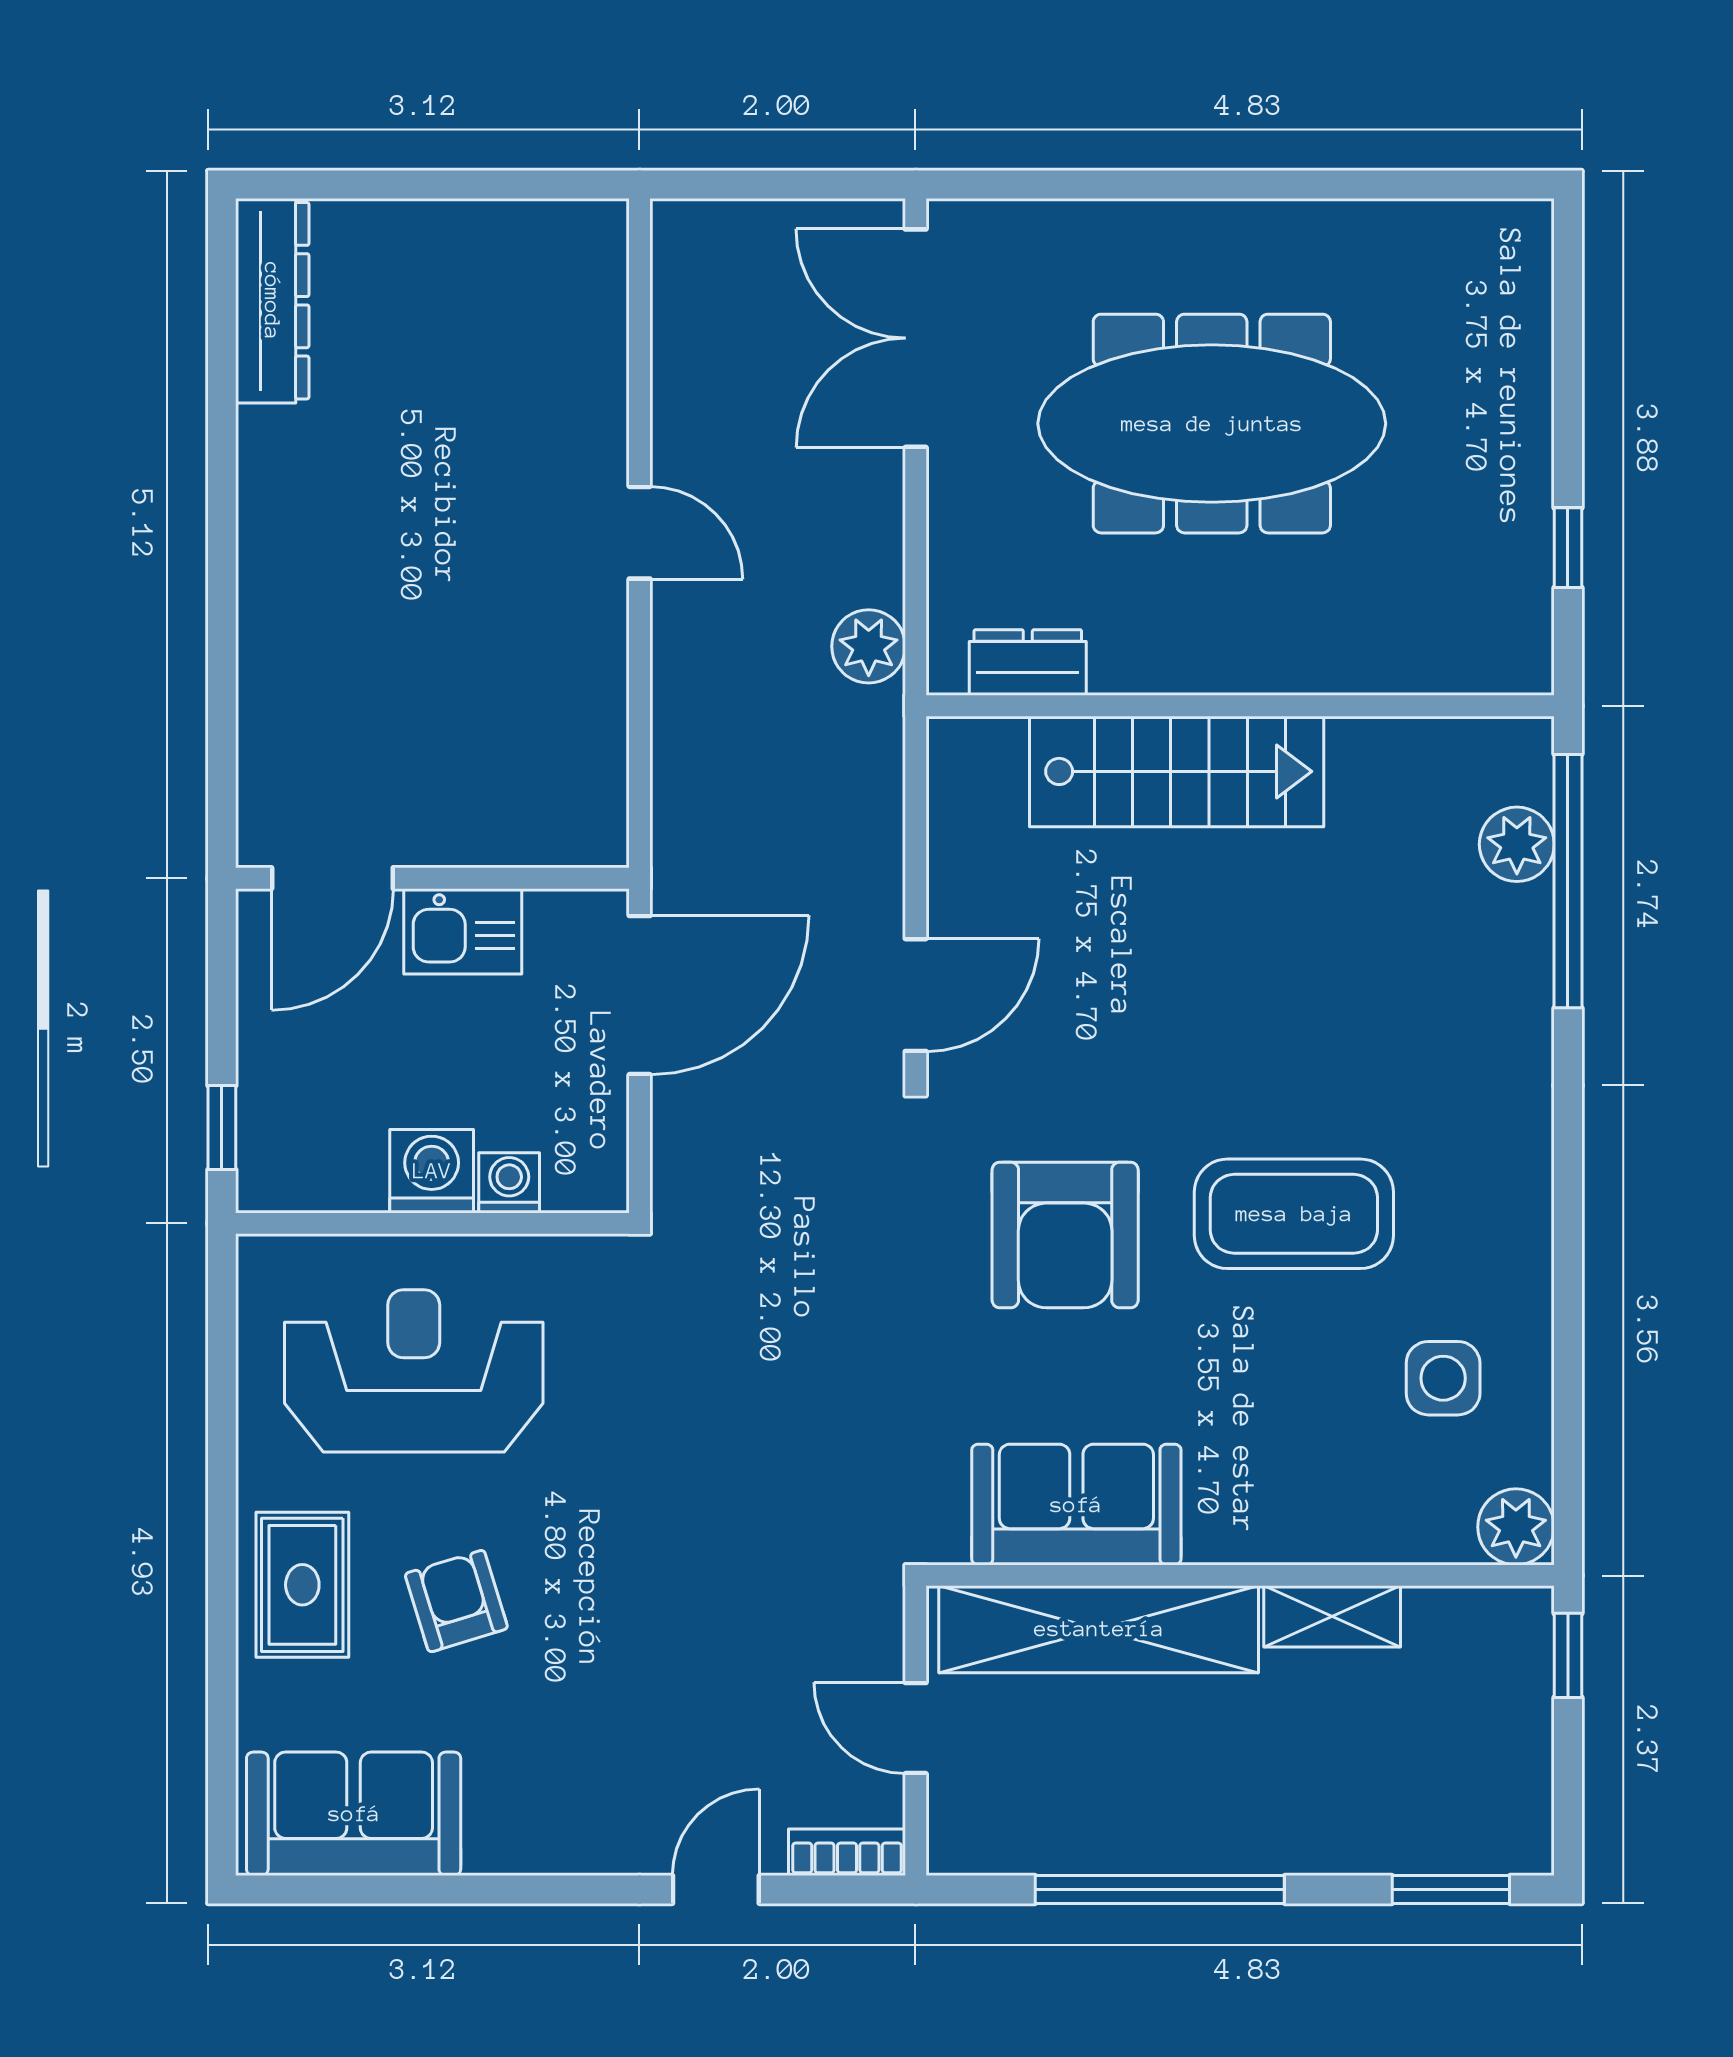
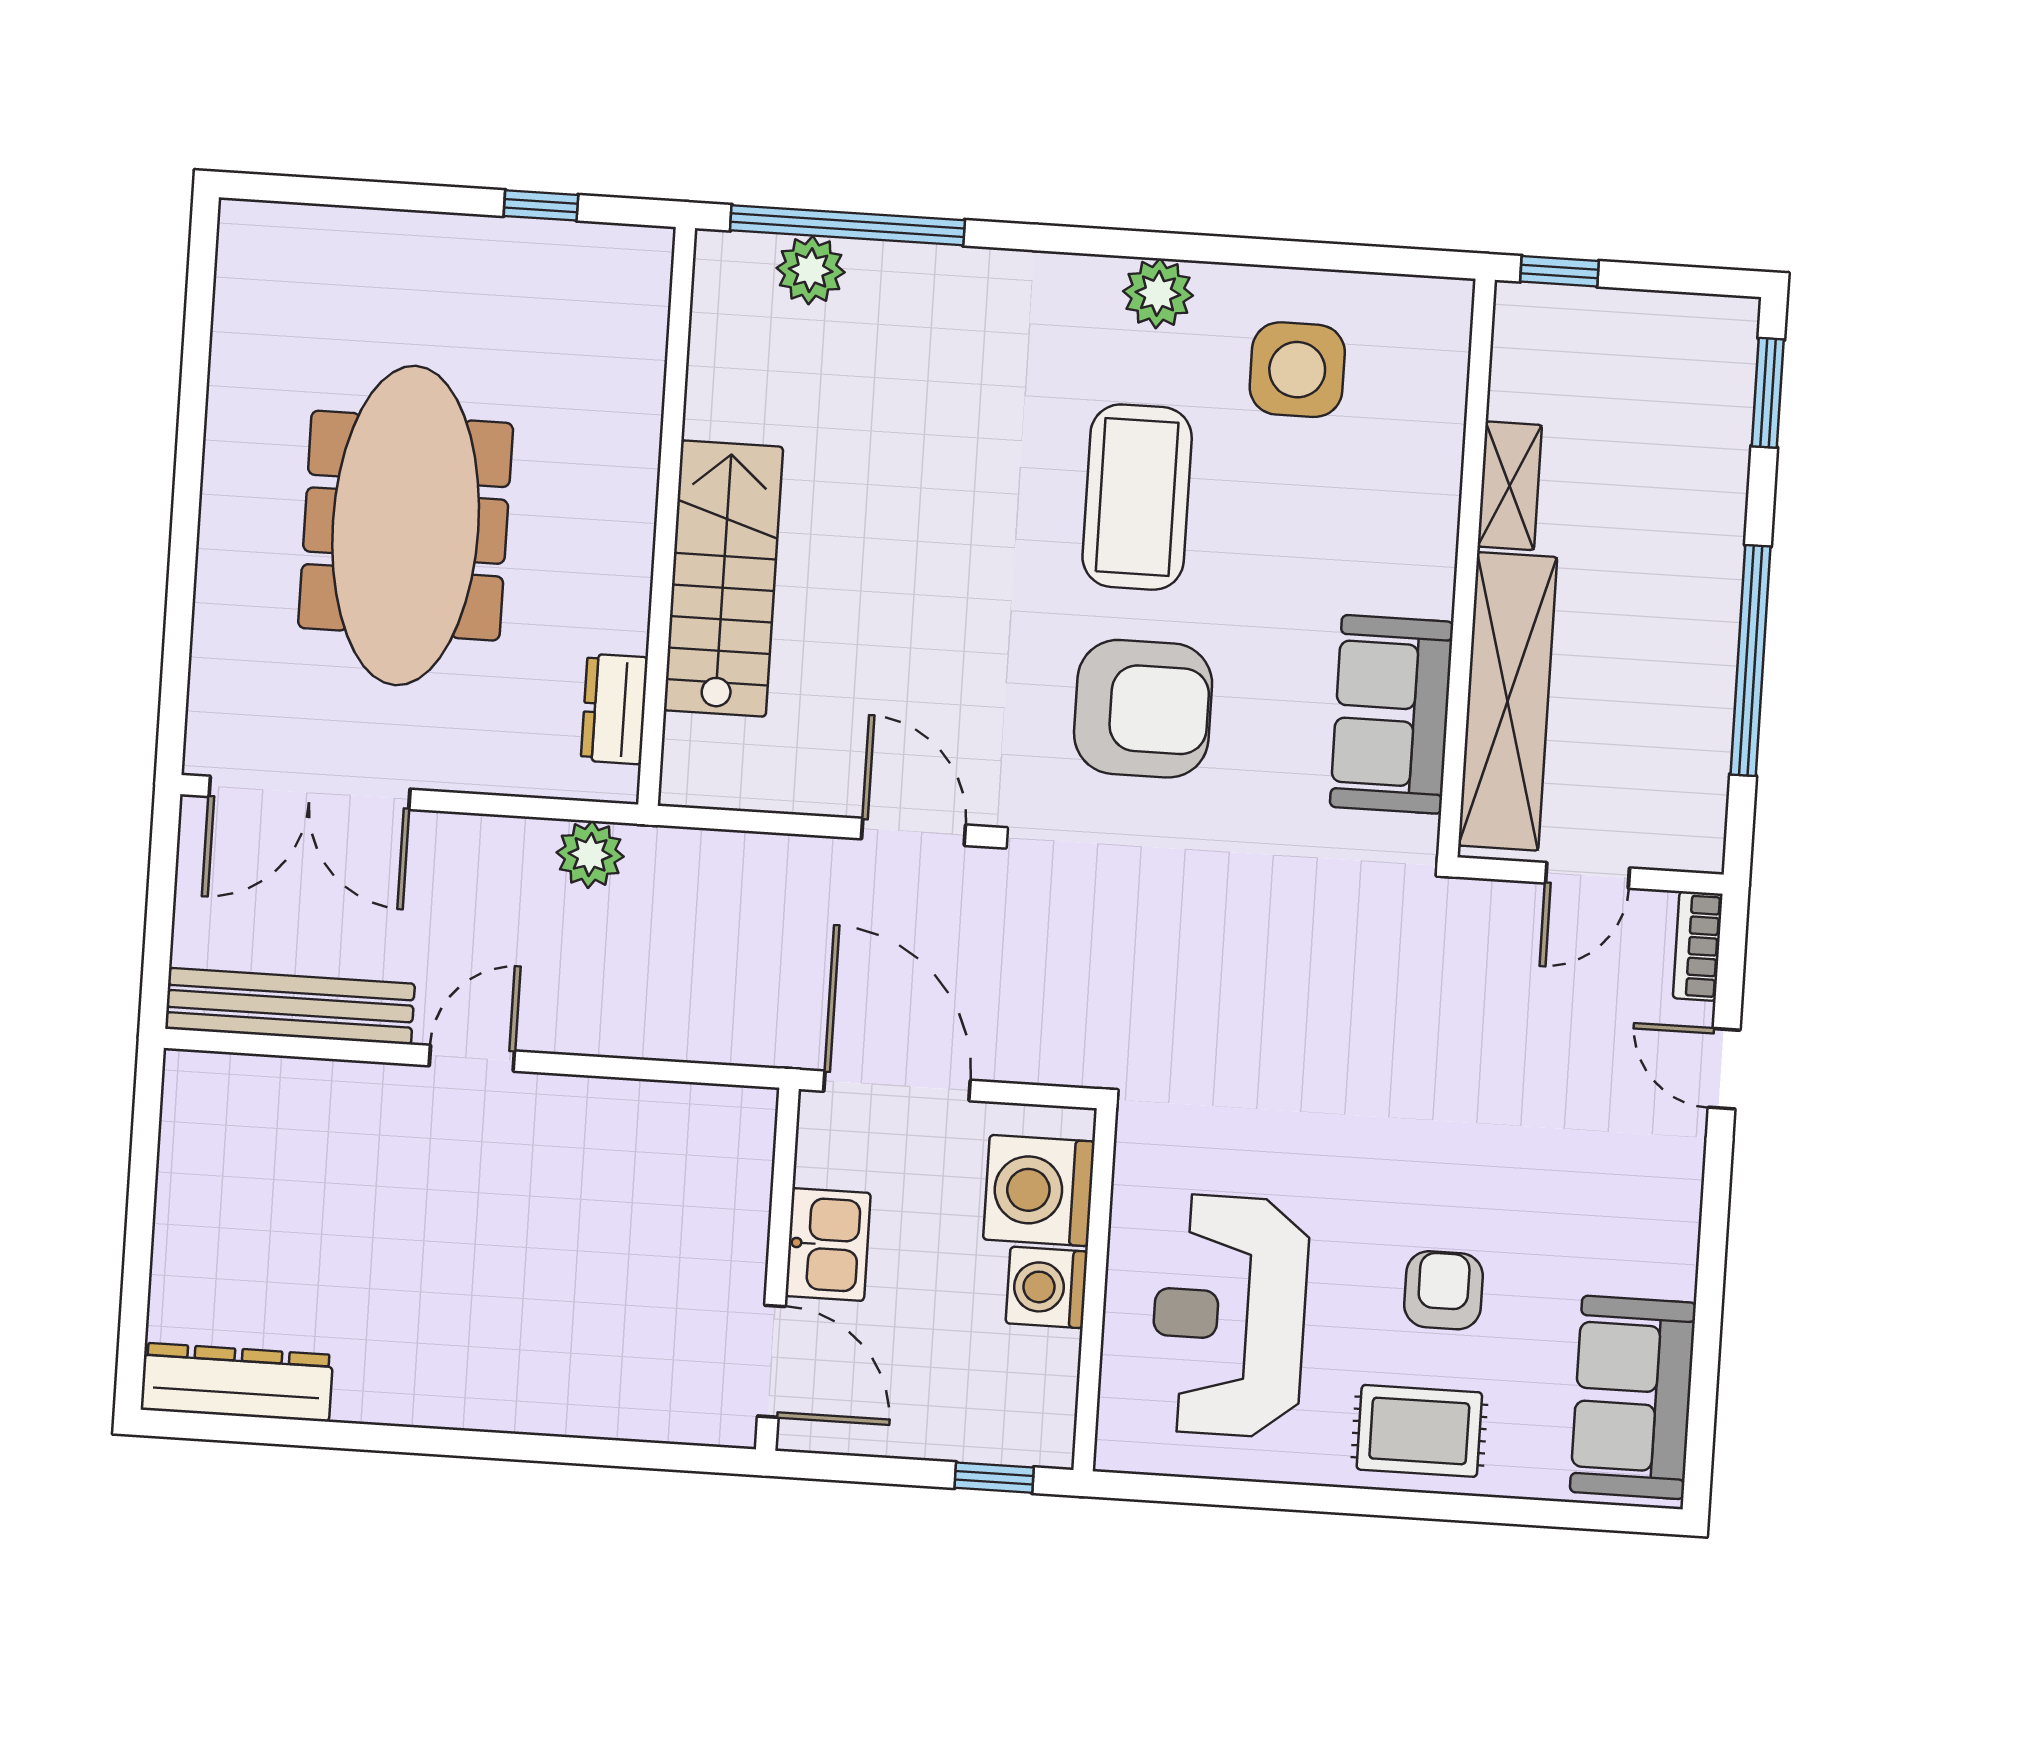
bench: (683, 332) -> (290, 1006), added
washing machine: (509, 1183) -> (1039, 1191), width x1.89, depth x1.89
side table: (1443, 1378) -> (1297, 370), width x1.37, depth x1.37
plant: (1516, 1527) -> (1158, 293), moved
armchair: (456, 1601) -> (1443, 1290), turned 107

